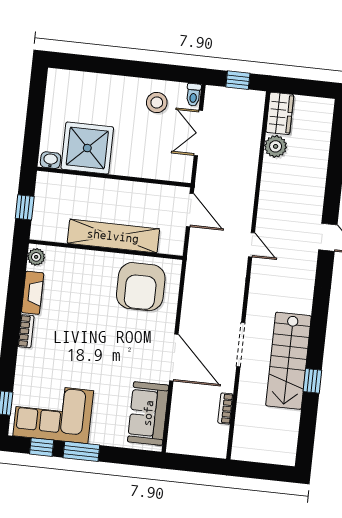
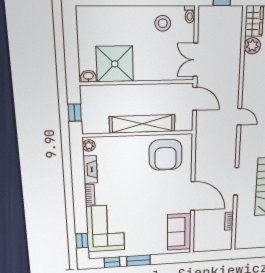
double door: (198, 133) -> (195, 60), moved
corner sofa: (53, 413) -> (105, 228), moved, turned 90

